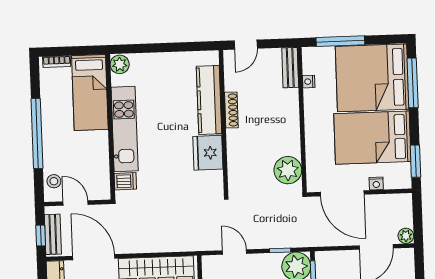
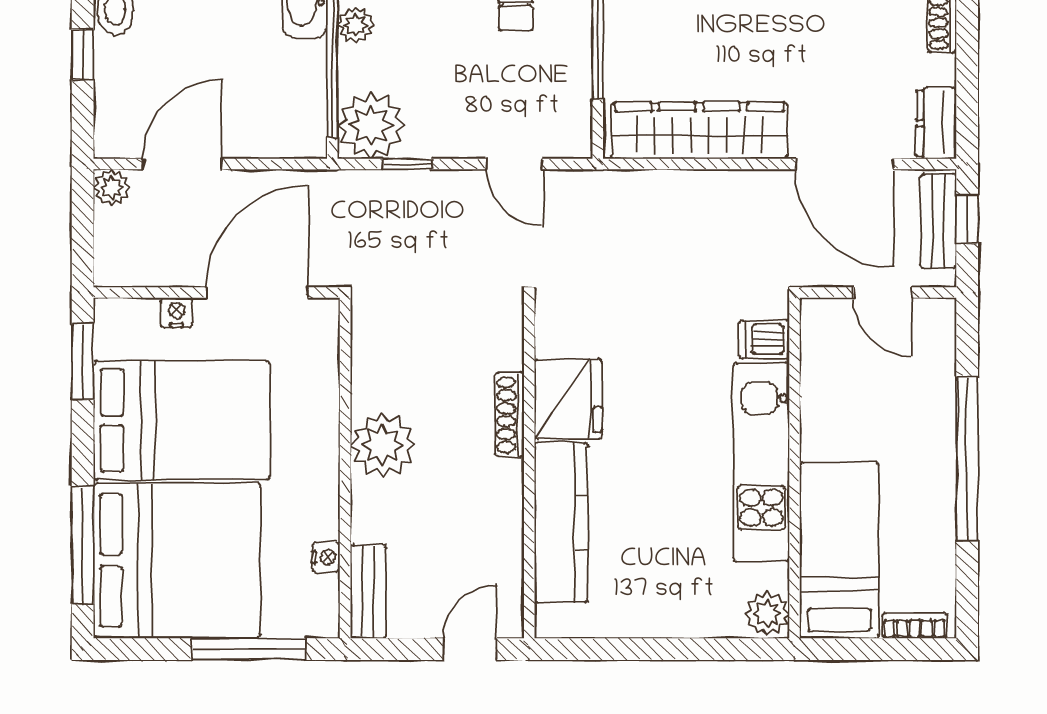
shoe rack: (231, 110) -> (510, 415), moved
plant: (288, 170) -> (383, 445), moved
stool: (54, 181) -> (932, 346), removed
door: (342, 193) -> (257, 293), hinge flipped

